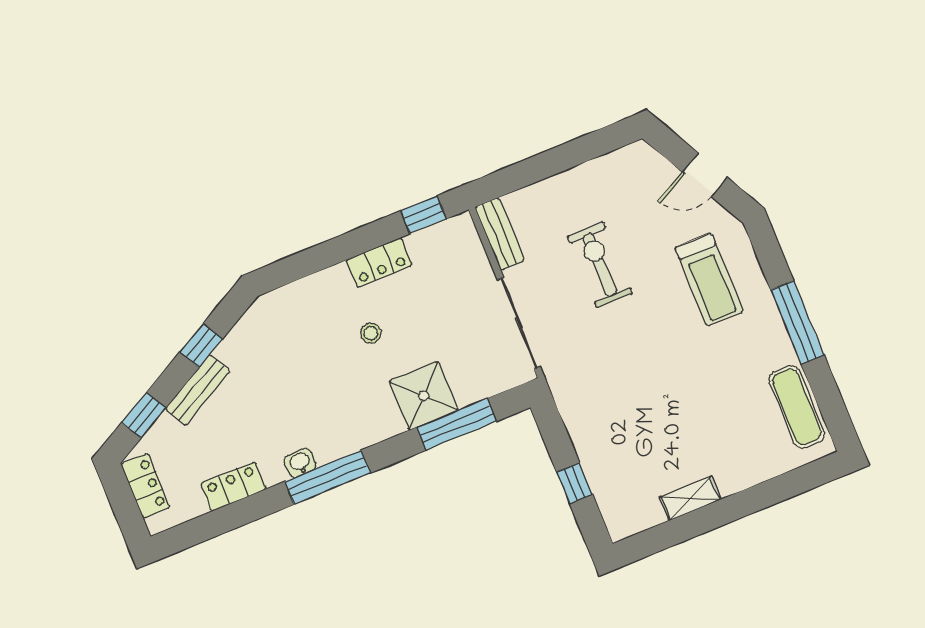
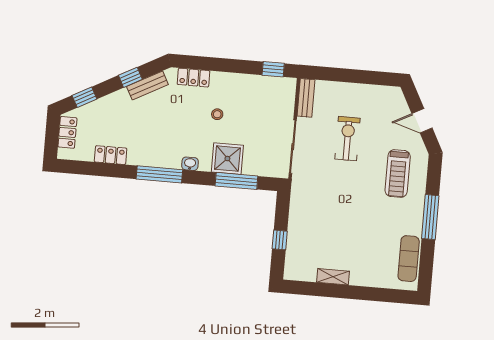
locker: (379, 262) -> (193, 78), moved
bench: (198, 390) -> (147, 85), moved
washbasin: (300, 463) -> (190, 164), moved

